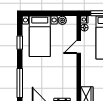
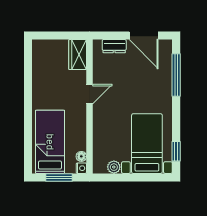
window: (20, 43) -> (176, 151), moved
door: (79, 47) -> (90, 94), moved

